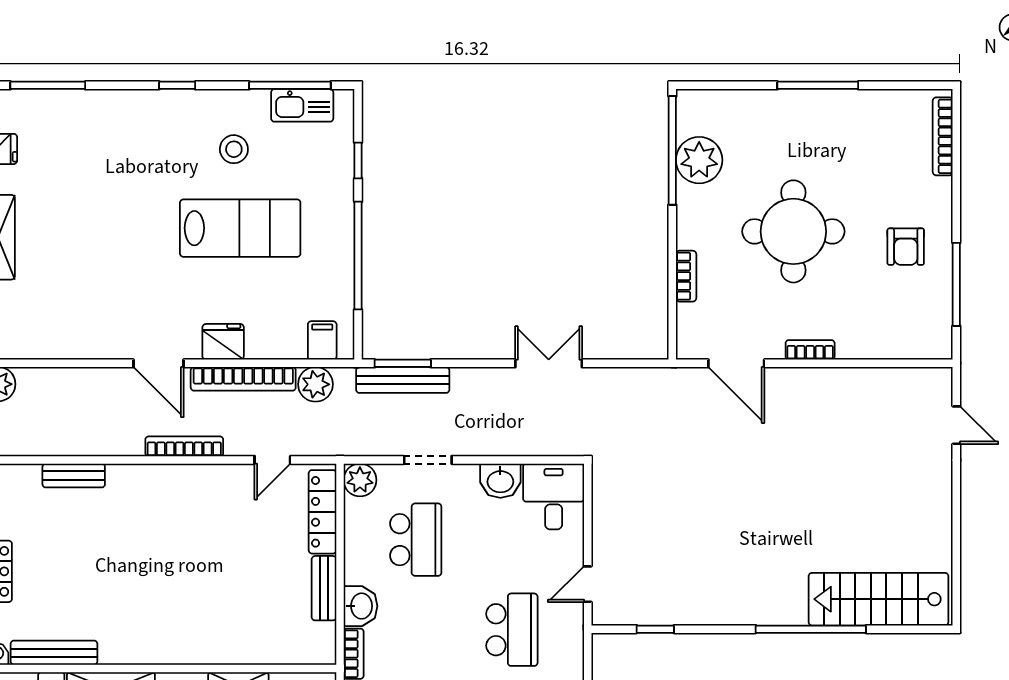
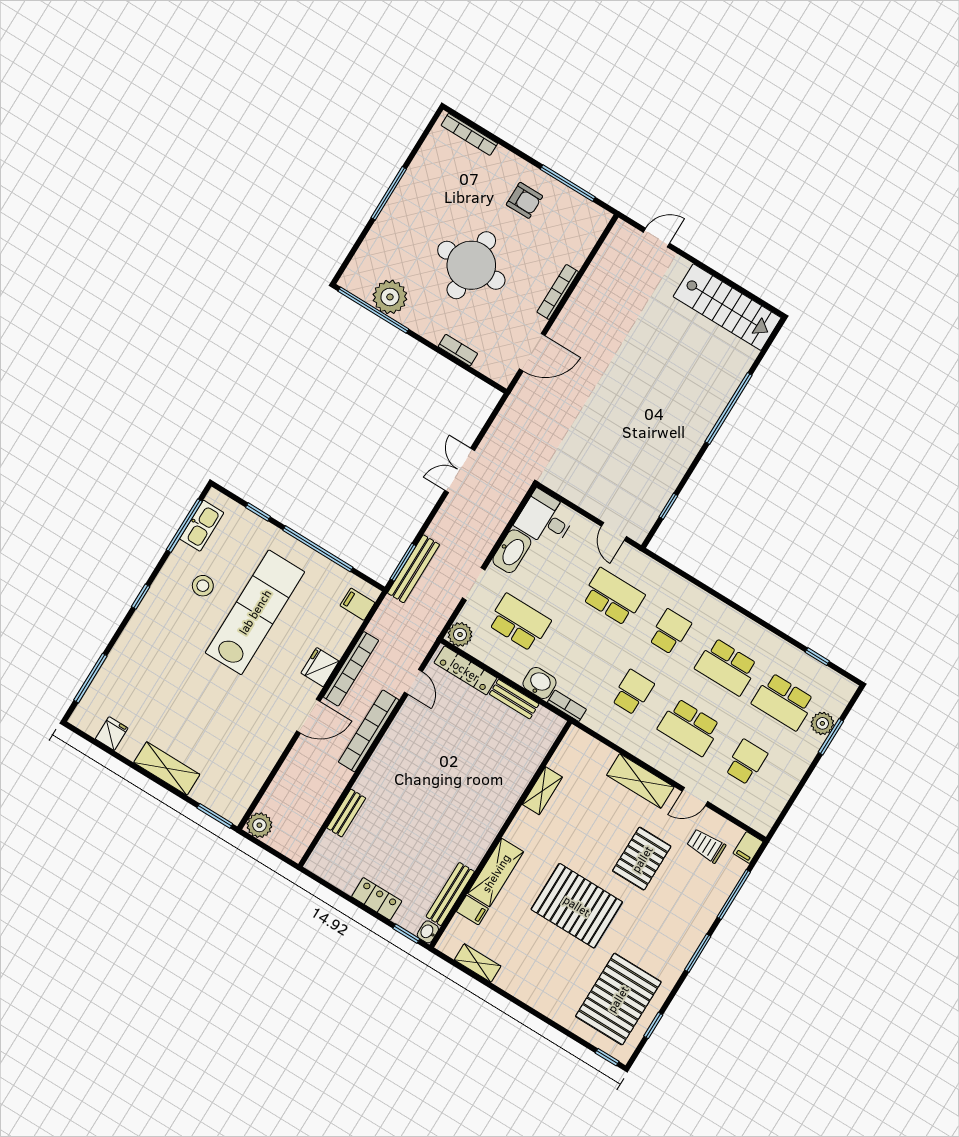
lab bench: (240, 228) -> (255, 612), width x1.36
bookcase: (810, 350) -> (558, 292), width x1.56
plant: (315, 384) -> (382, 625), removed
bookcase: (184, 446) -> (369, 731), width x1.48, depth x1.31
washbasin: (500, 481) -> (512, 551), width x1.38
stairs: (878, 599) -> (727, 307), moved, turned -90

